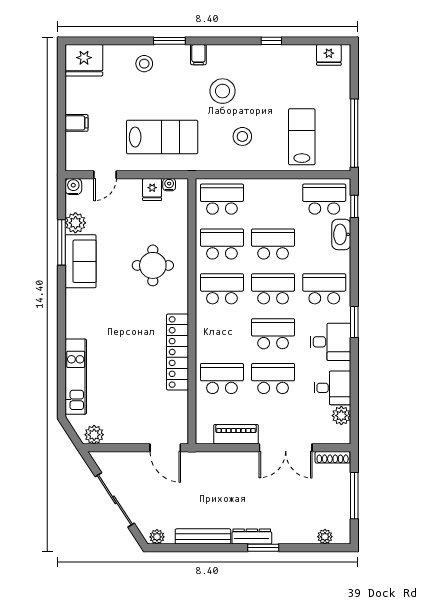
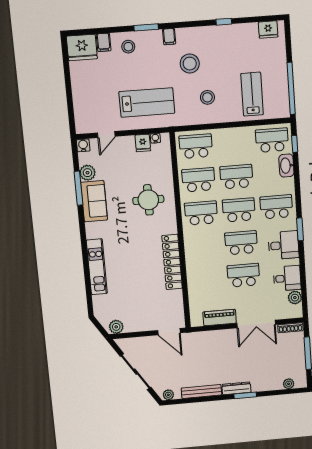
filing cabinet: (77, 123) -> (104, 42), moved, turned 90
kitchen unit: (76, 377) -> (97, 267), moved
school desk: (222, 379) -> (206, 278), removed

